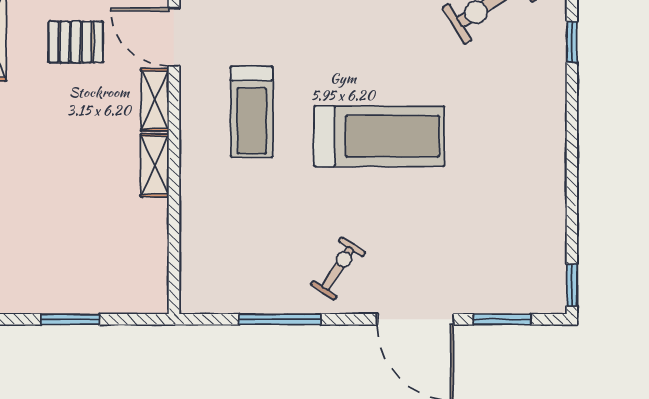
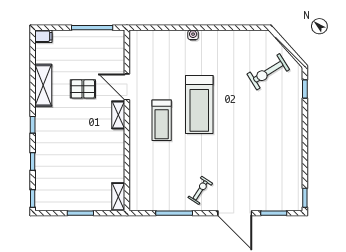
treadmill: (379, 136) -> (199, 104), moved, turned 90
shelving: (155, 165) -> (118, 197), moved

